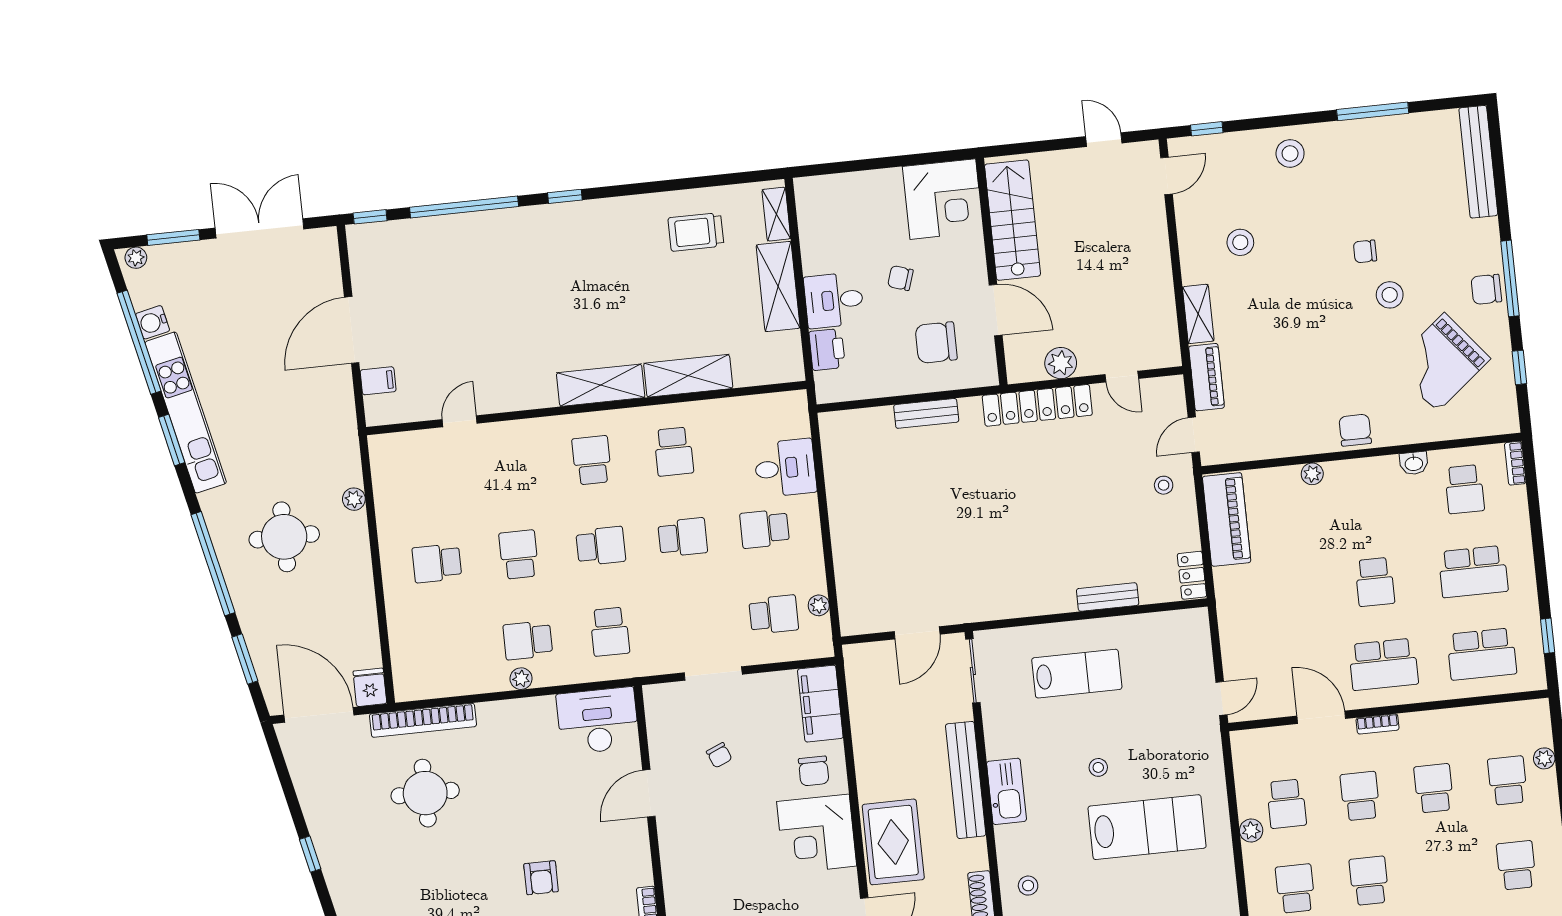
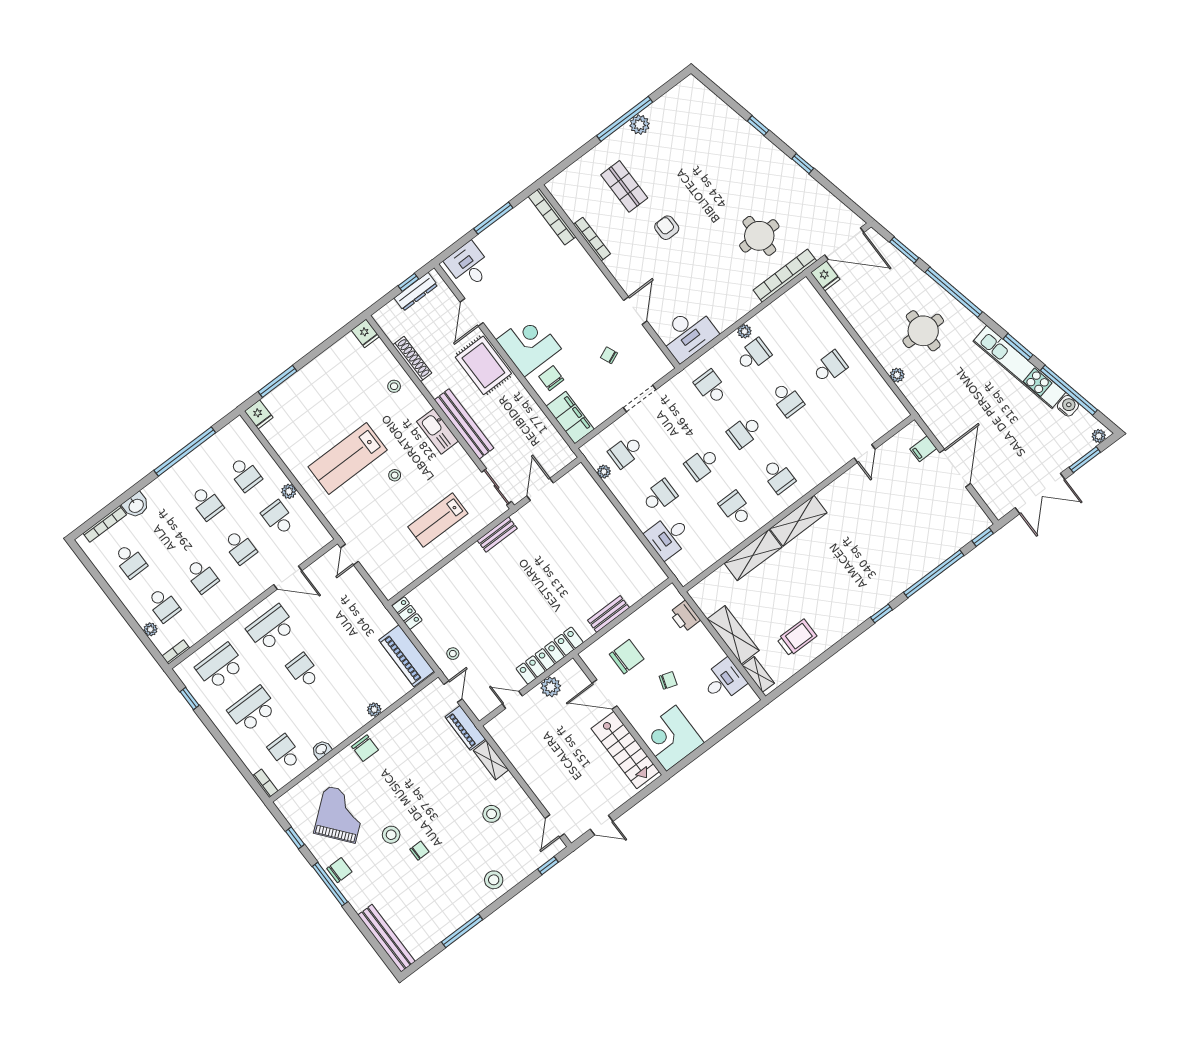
desk: (834, 300) -> (724, 681), moved
bench: (1108, 597) -> (497, 534), moved
bookcase: (1378, 724) -> (176, 652), moved

